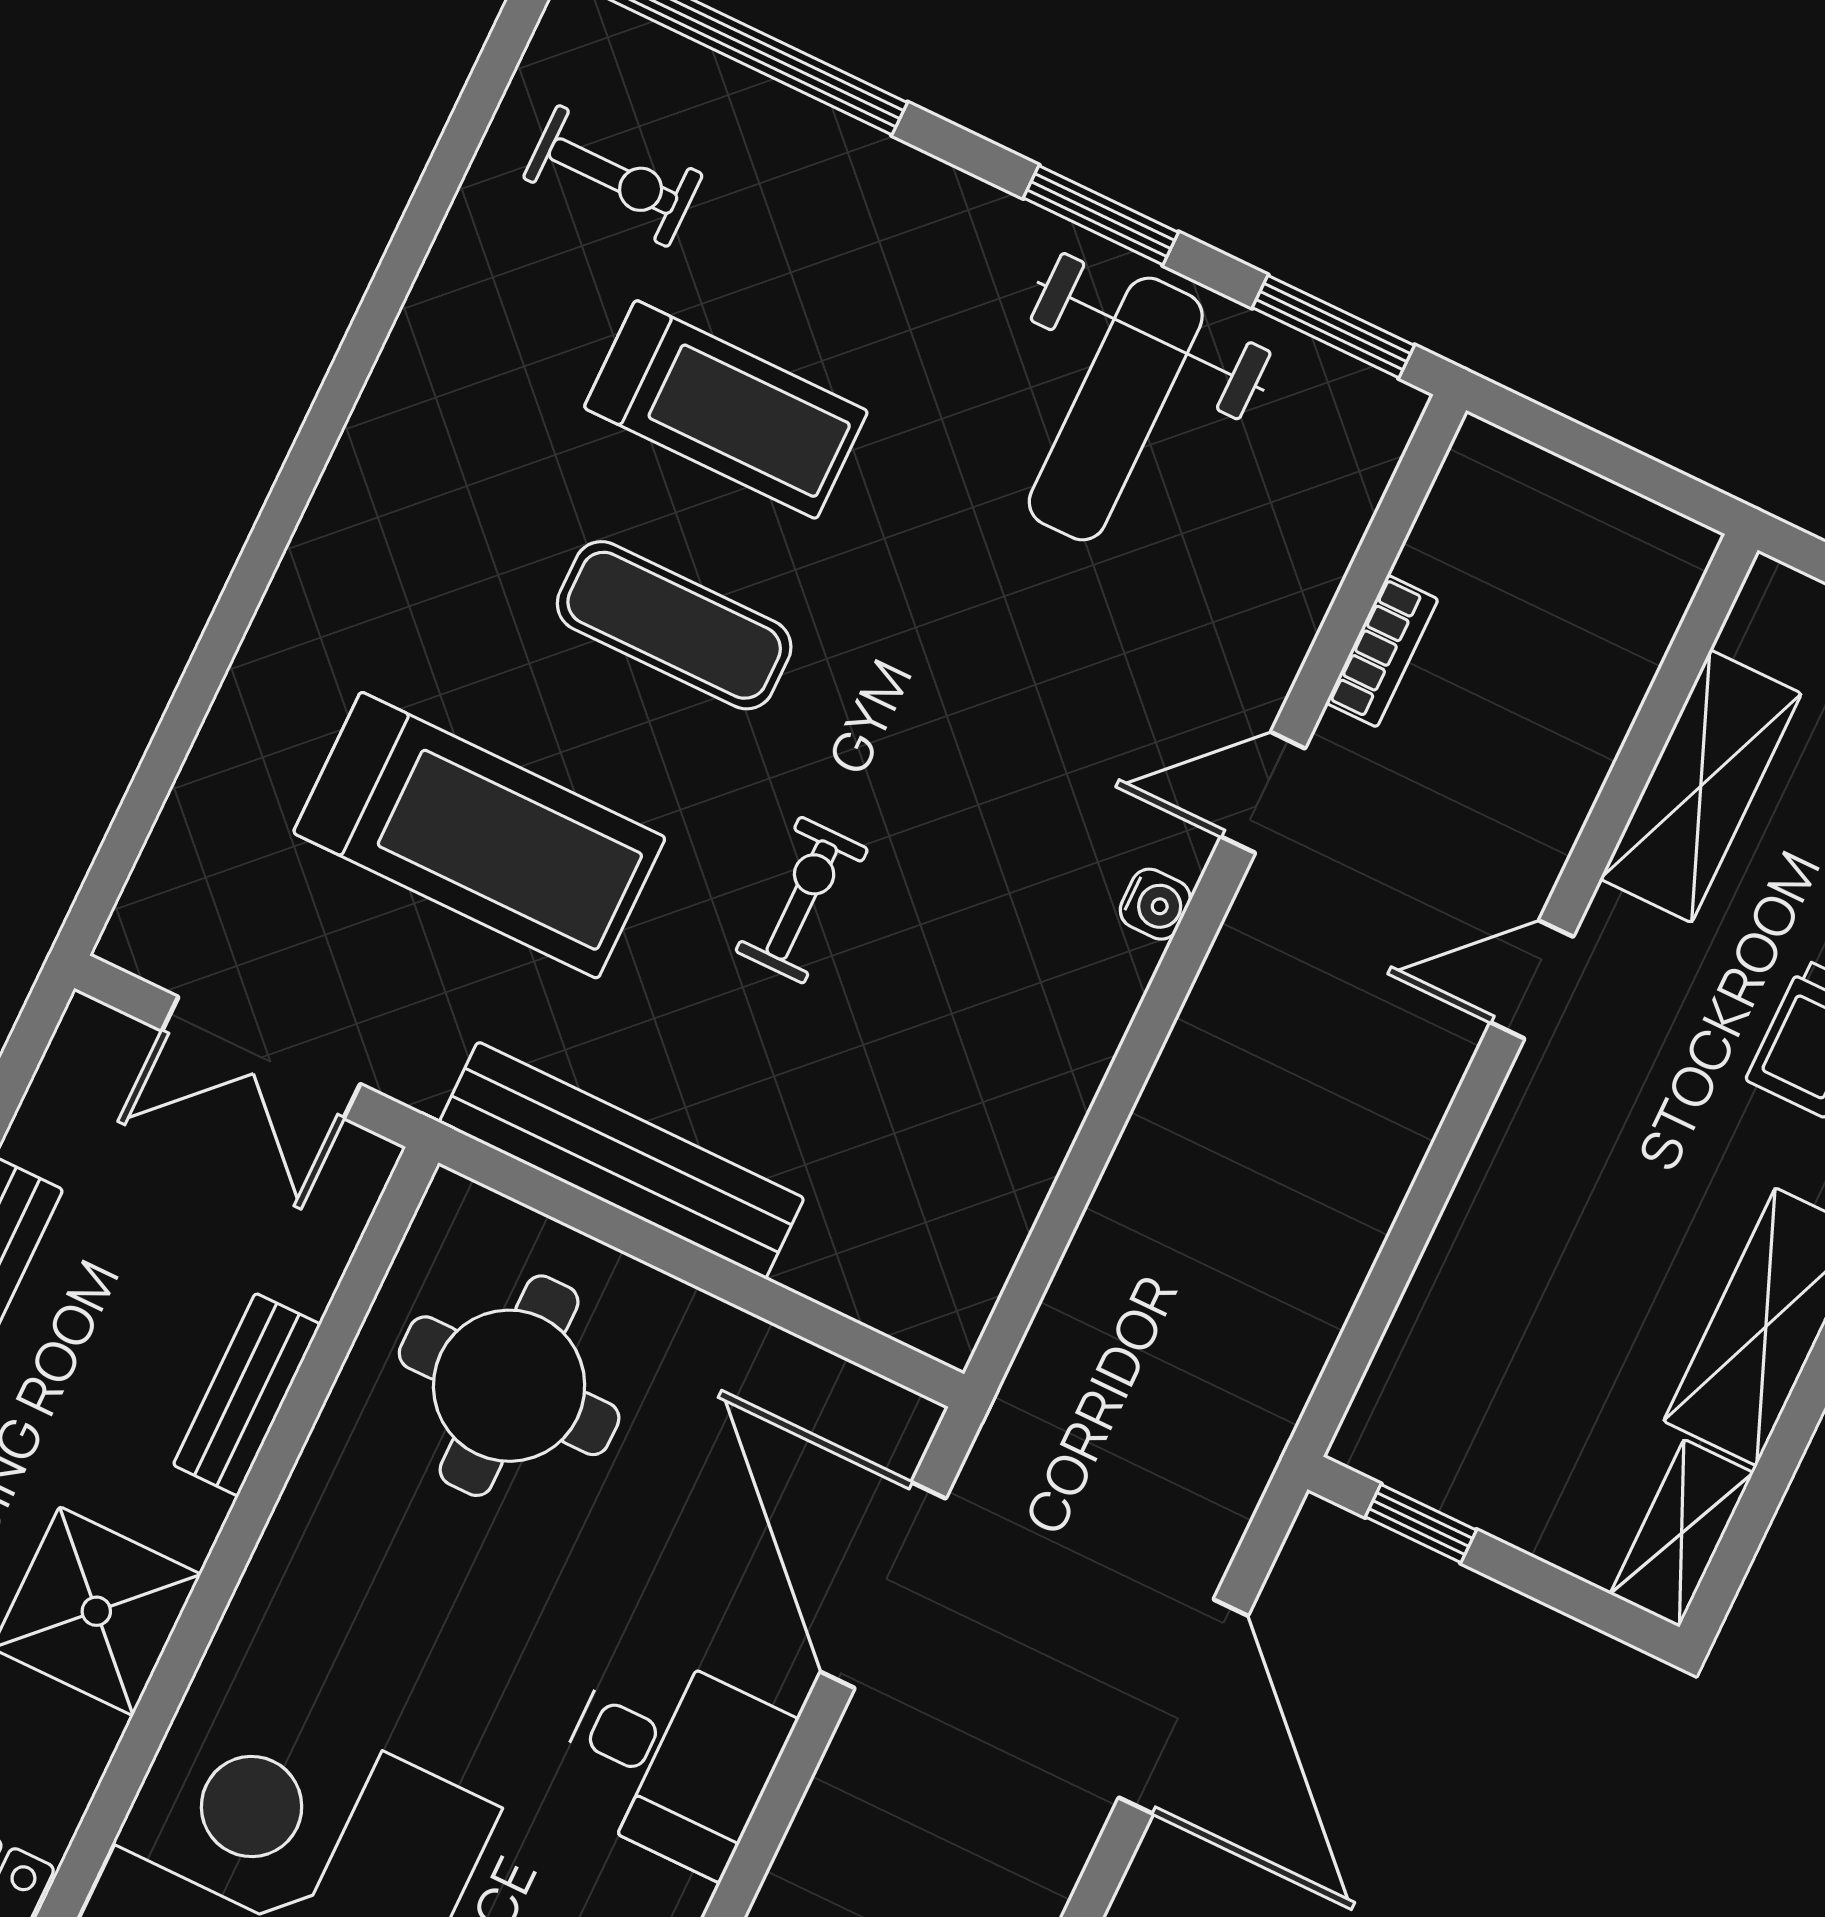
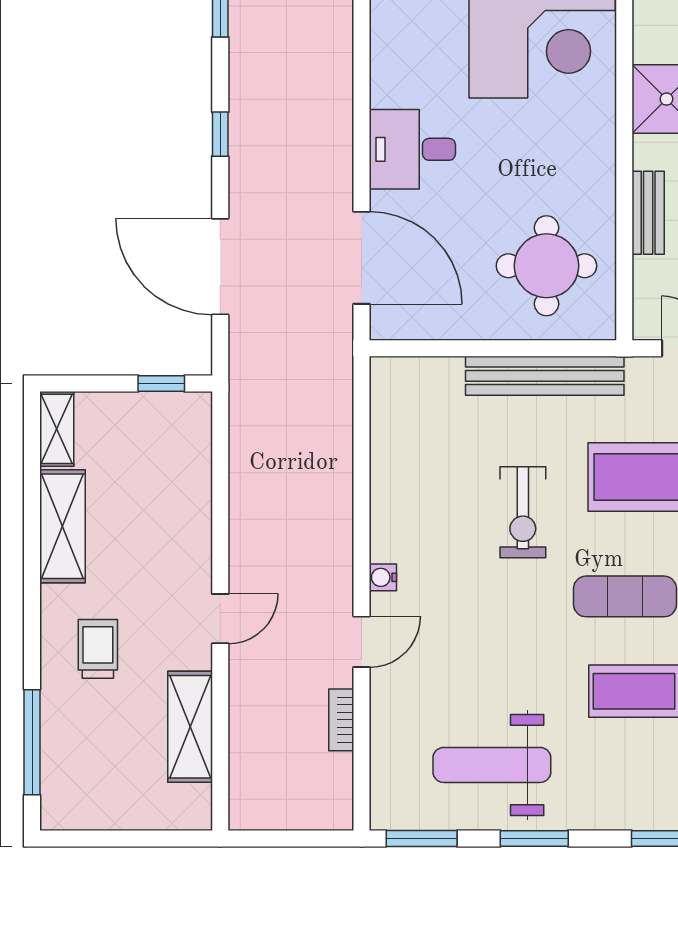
weight bench: (1116, 409) -> (492, 765), turned -90
exercise bike: (802, 900) -> (523, 512), width x1.38, depth x1.39

